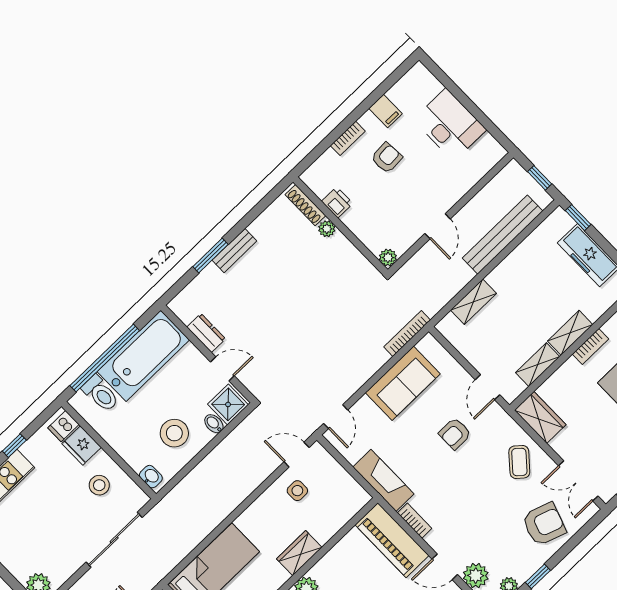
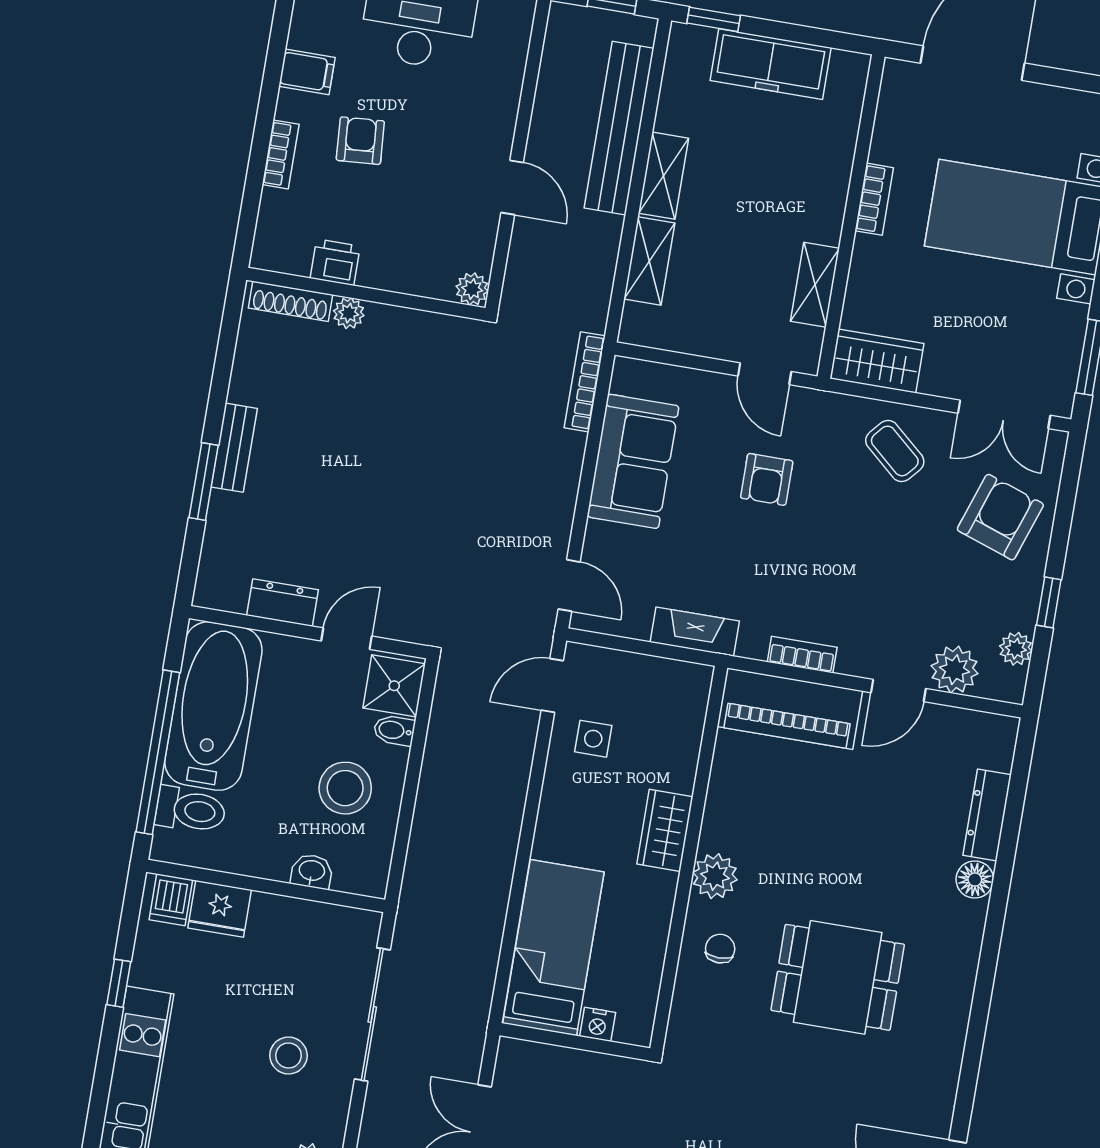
shelving: (570, 333) -> (664, 176), moved
washbasin: (151, 477) -> (312, 871), moved
fireplace: (383, 480) -> (695, 632), width x0.73, depth x0.76
stool: (99, 485) -> (289, 1055), moved

